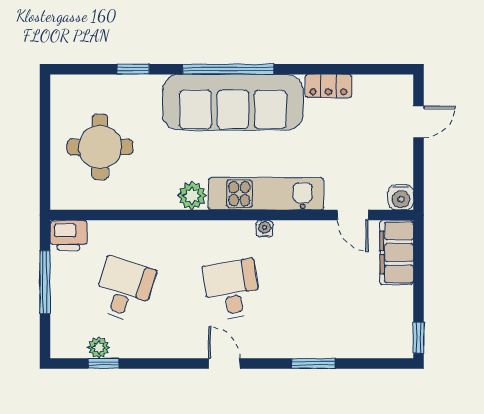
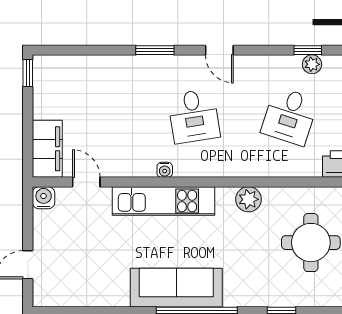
locker: (328, 86) -> (108, 297), removed
sofa: (233, 102) -> (176, 288), width x0.74, depth x0.79
plant: (192, 196) -> (249, 199), moved
door: (224, 363) -> (219, 50), moved
window: (313, 363) -> (155, 50), moved

